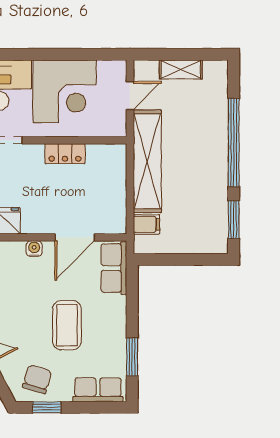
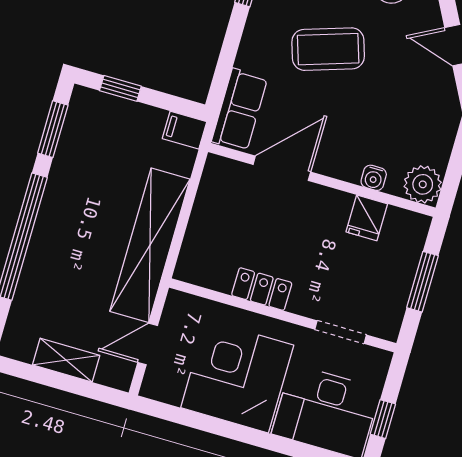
filing cabinet: (146, 224) -> (184, 130), moved
water cooler: (34, 249) -> (374, 178), moved
window: (197, 259) -> (120, 88), added
coffee table: (67, 325) -> (328, 49), turned 72

